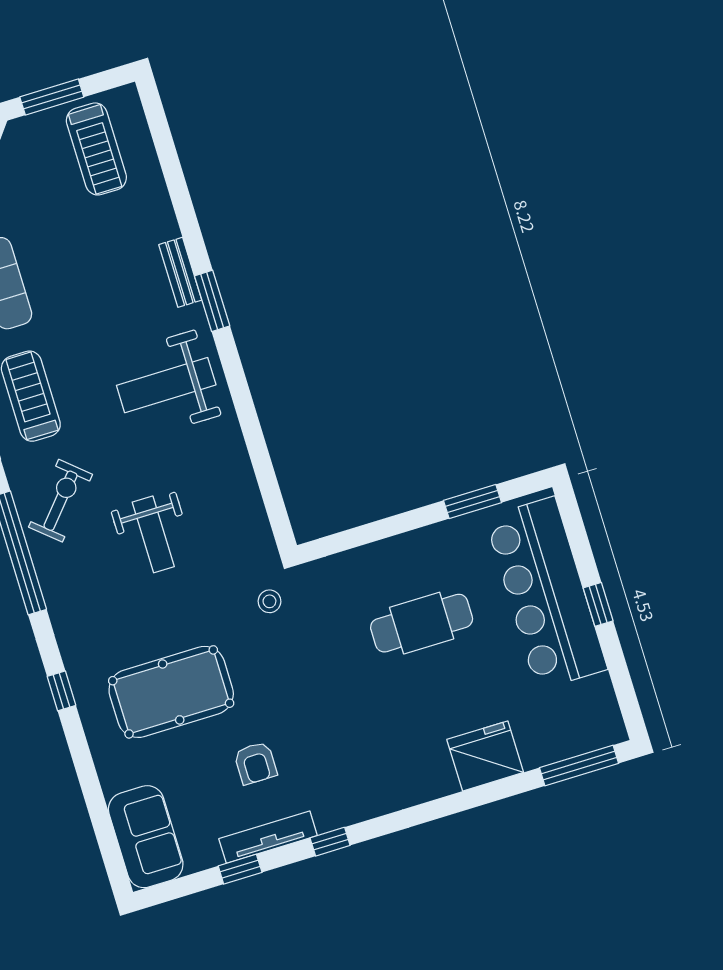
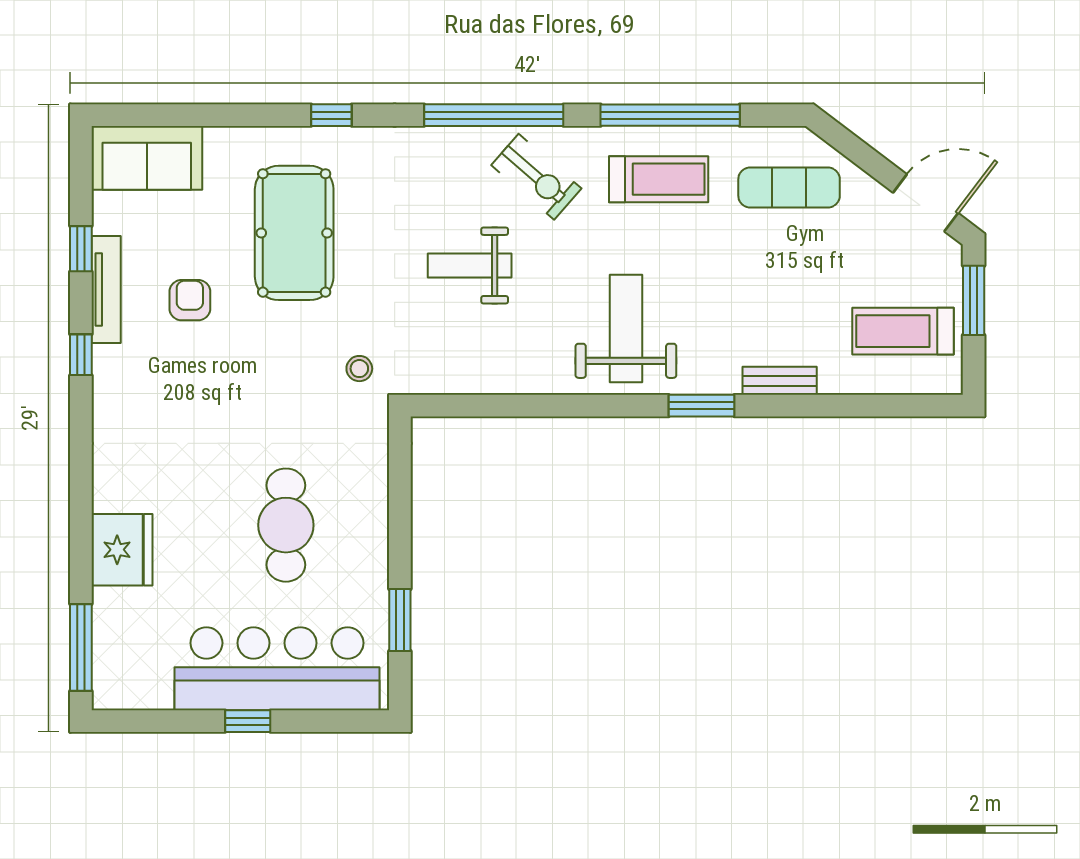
bench: (180, 272) -> (780, 381), moved
armchair: (255, 763) -> (190, 300), turned 90

